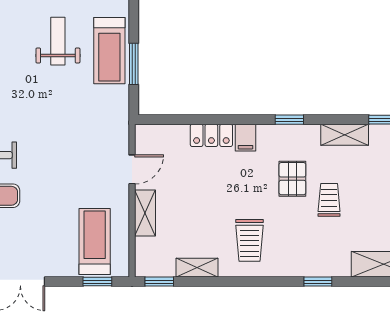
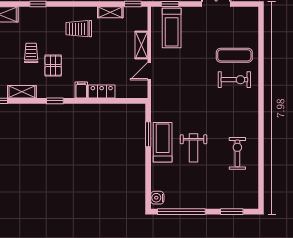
trolley: (329, 200) -> (31, 53), turned 180
trolley: (249, 240) -> (79, 29), turned -90

